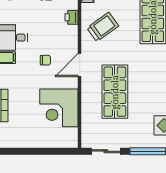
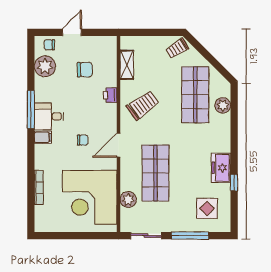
corner desk: (59, 108) -> (90, 197), width x1.36, depth x1.36
plant: (89, 117) -> (128, 200), added

